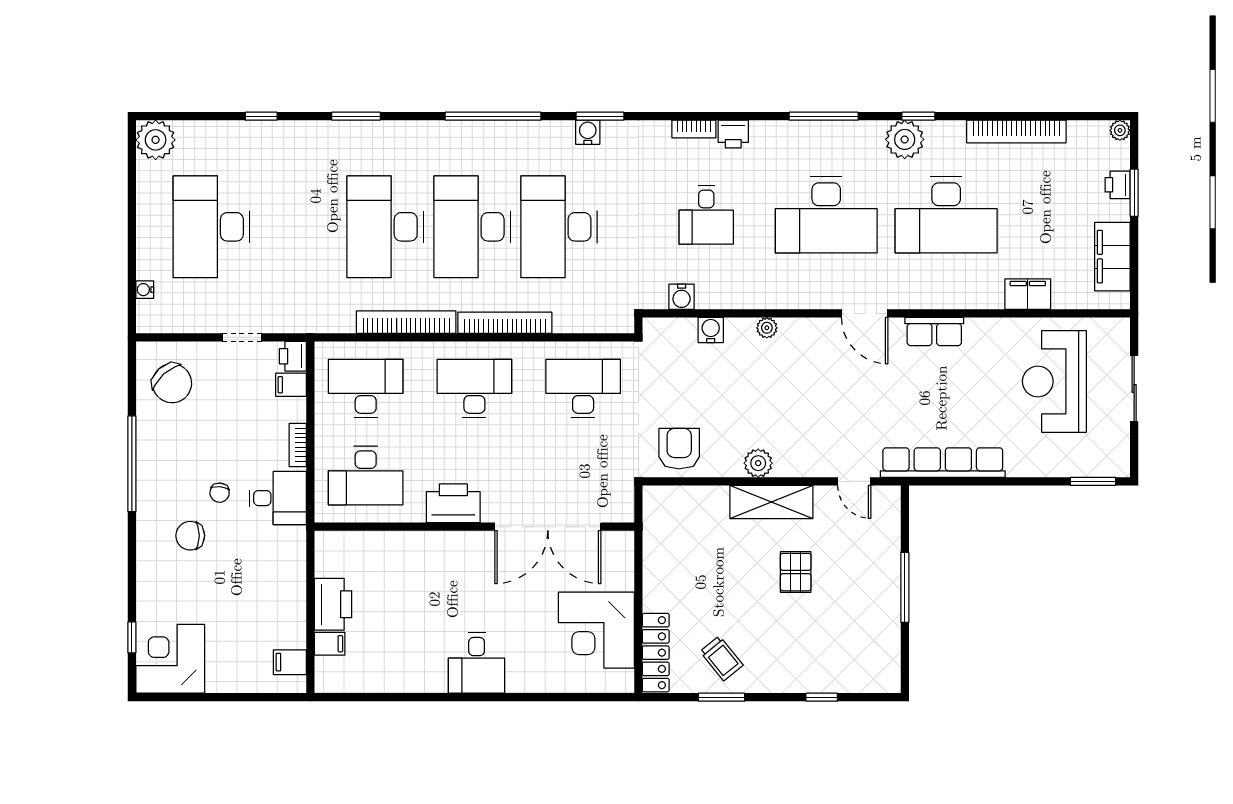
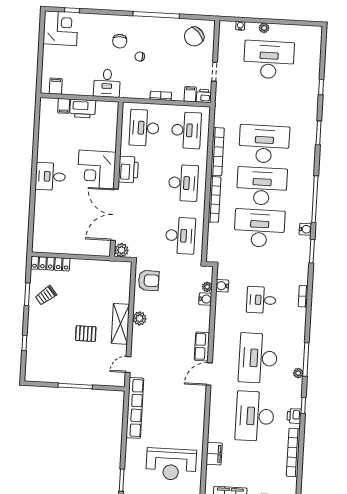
water cooler: (588, 132) -> (305, 229), moved
printer: (733, 134) -> (294, 416), moved
plant: (905, 139) -> (298, 373), moved, width x0.53, depth x0.53
plant: (156, 140) -> (264, 28), moved, width x0.53, depth x0.53
plant: (767, 328) -> (207, 287), moved
row of seats: (934, 332) -> (202, 347), moved
reception desk: (1054, 381) -> (171, 464), turned 180
desk: (278, 498) -> (107, 83), moved
plant: (620, 508) -> (121, 250), added
chair: (190, 536) -> (120, 41), turned 180
corner desk: (596, 630) -> (97, 169), moved, turned -90

